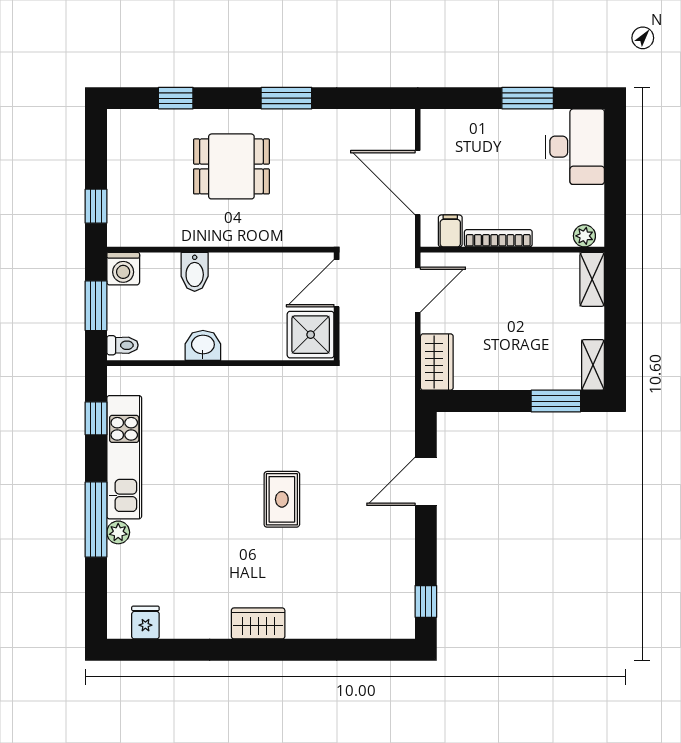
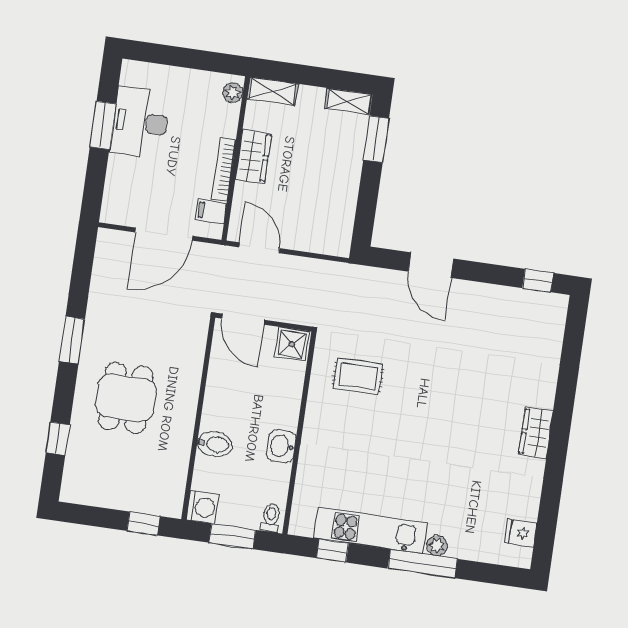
desk: (575, 147) -> (140, 122), moved, turned -90
shower: (311, 335) -> (292, 344), width x0.73, depth x0.73
wardrobe: (437, 362) -> (253, 156), moved, turned 90
rug: (282, 499) -> (358, 376), moved

